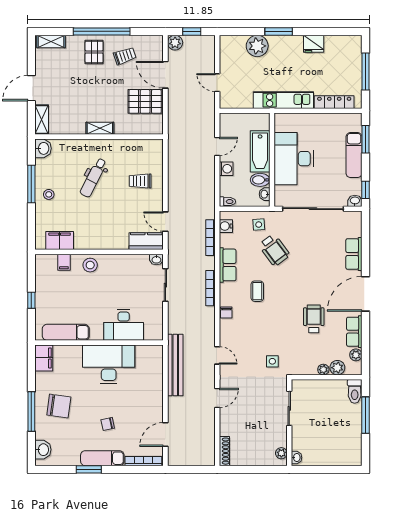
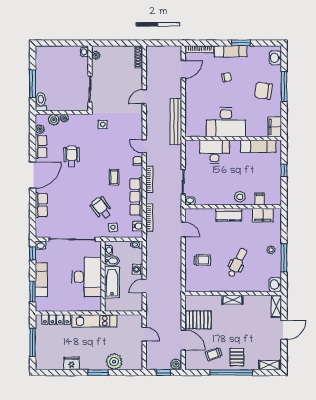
kitchen counter: (146, 241) -> (229, 215), moved
row of seats: (228, 265) -> (136, 197), width x1.48
wheelchair: (314, 319) -> (72, 156), turned 180
door: (217, 355) -> (144, 146), moved

